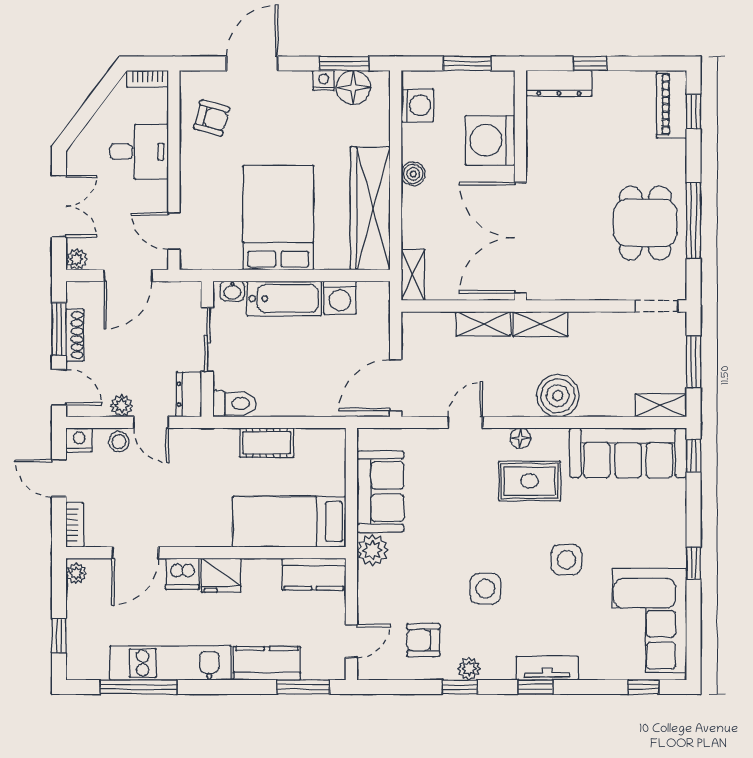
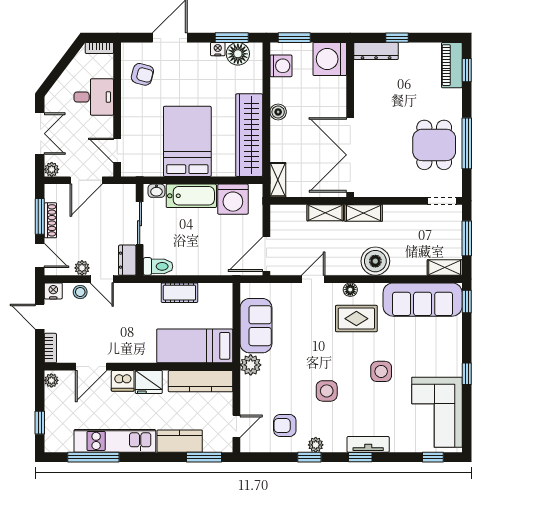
window: (467, 63) -> (294, 38), moved
washing machine: (490, 140) -> (330, 59), moved
washing machine: (340, 297) -> (233, 199), width x1.37, depth x1.37
kitchen counter: (314, 574) -> (201, 381), width x1.50

